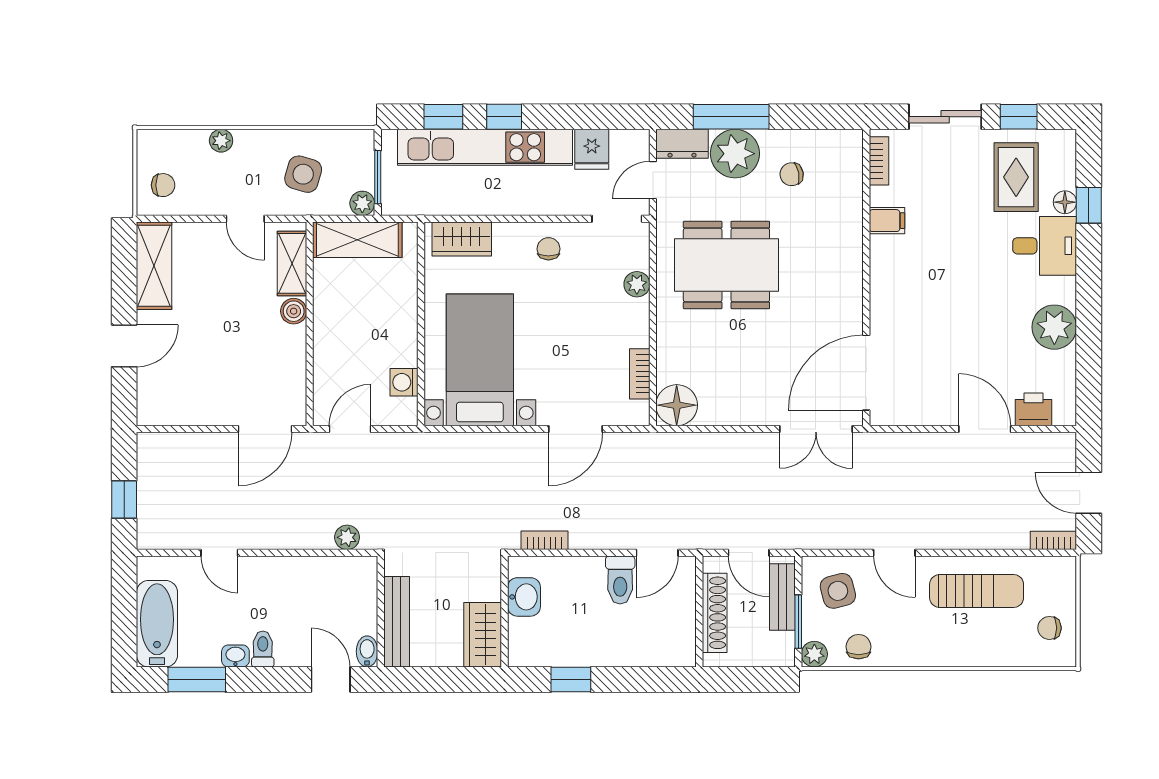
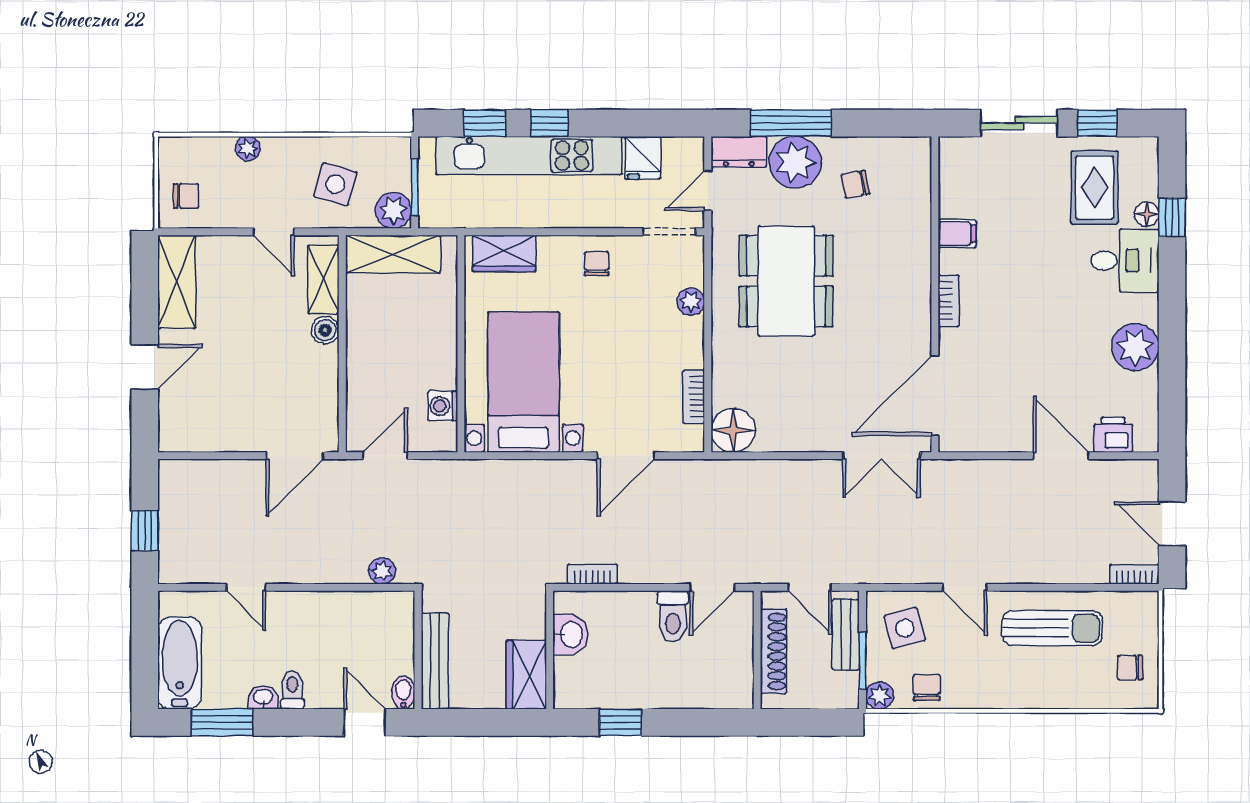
bookcase: (879, 161) -> (949, 301), moved
plant: (362, 203) -> (393, 210), width x1.38, depth x1.38
dining table: (726, 265) -> (786, 281), turned 90

